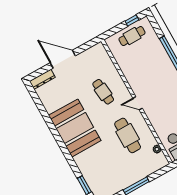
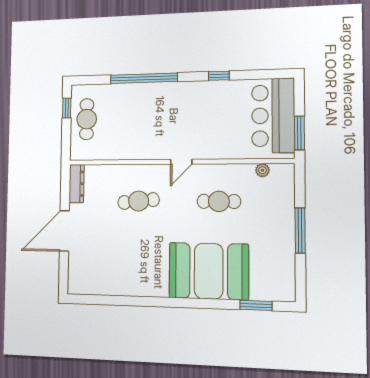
dresser: (42, 79) -> (77, 184), moved
booth: (75, 128) -> (209, 271), moved
cafe table: (128, 135) -> (219, 201), width x0.73, depth x0.74

